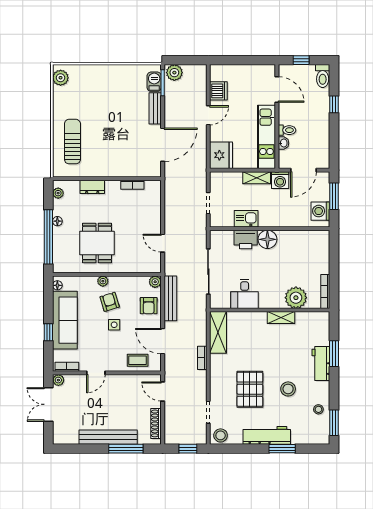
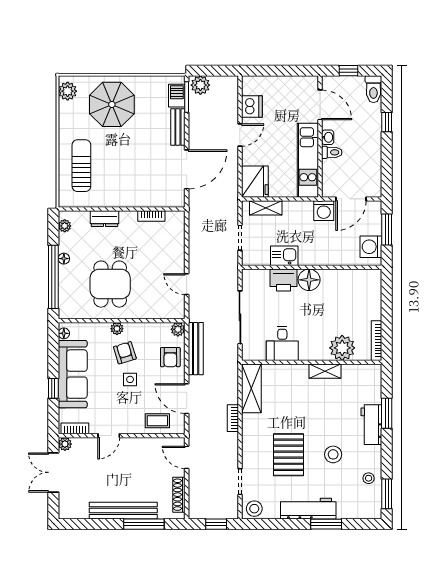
parasol: (99, 89) -> (112, 104), added
washbasin: (283, 143) -> (328, 137), moved
shelving: (257, 178) -> (266, 208), moved

